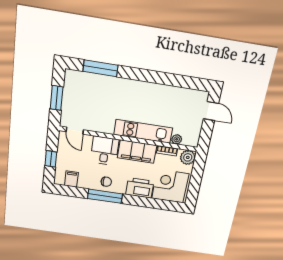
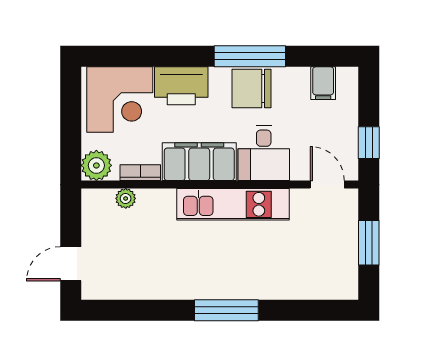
window: (100, 68) -> (226, 310), moved
door: (211, 111) -> (71, 264), hinge flipped
kitchen unit: (143, 131) -> (233, 204), moved
window: (51, 159) -> (369, 143), moved
chair: (106, 182) -> (252, 89), width x1.87, depth x1.87

